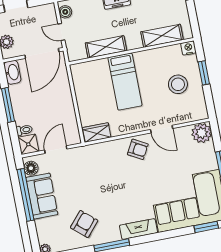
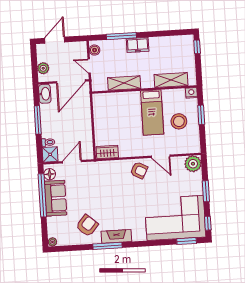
bed: (125, 82) -> (152, 112), moved
fireplace: (138, 229) -> (116, 236), moved

